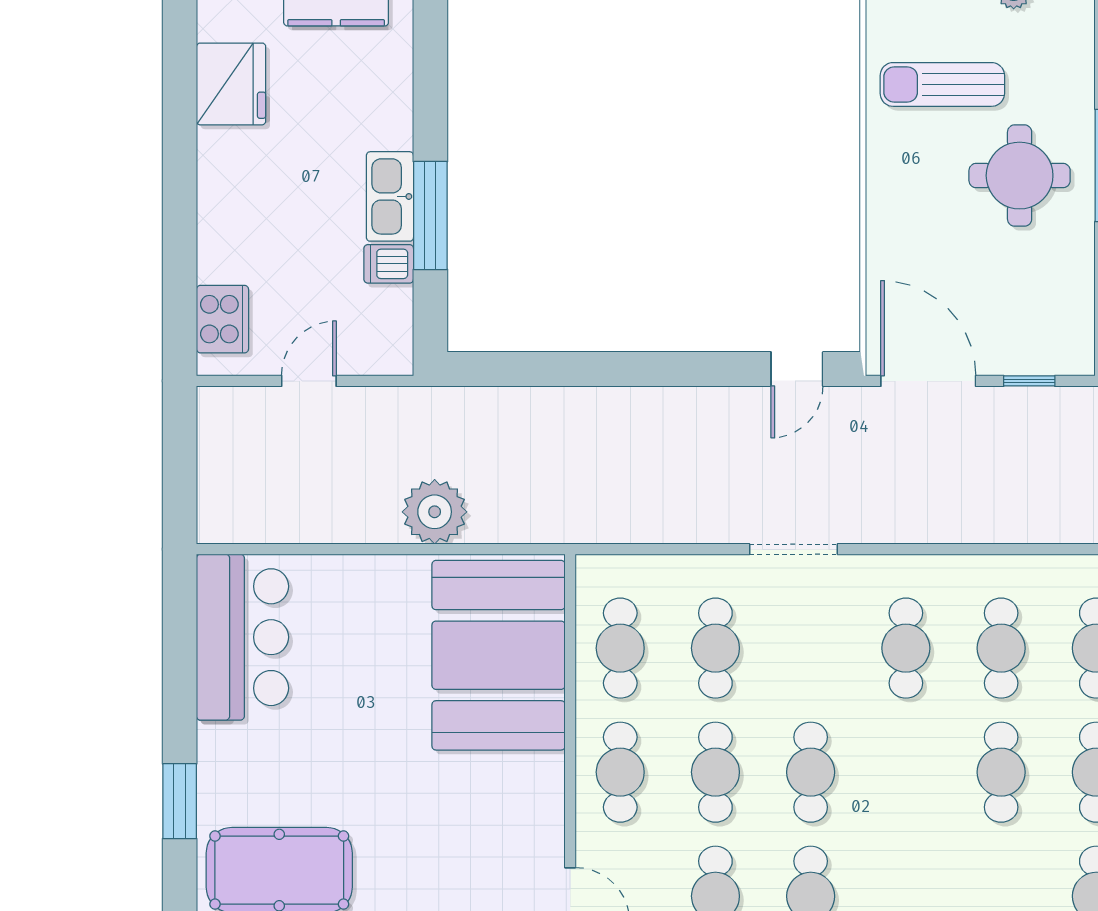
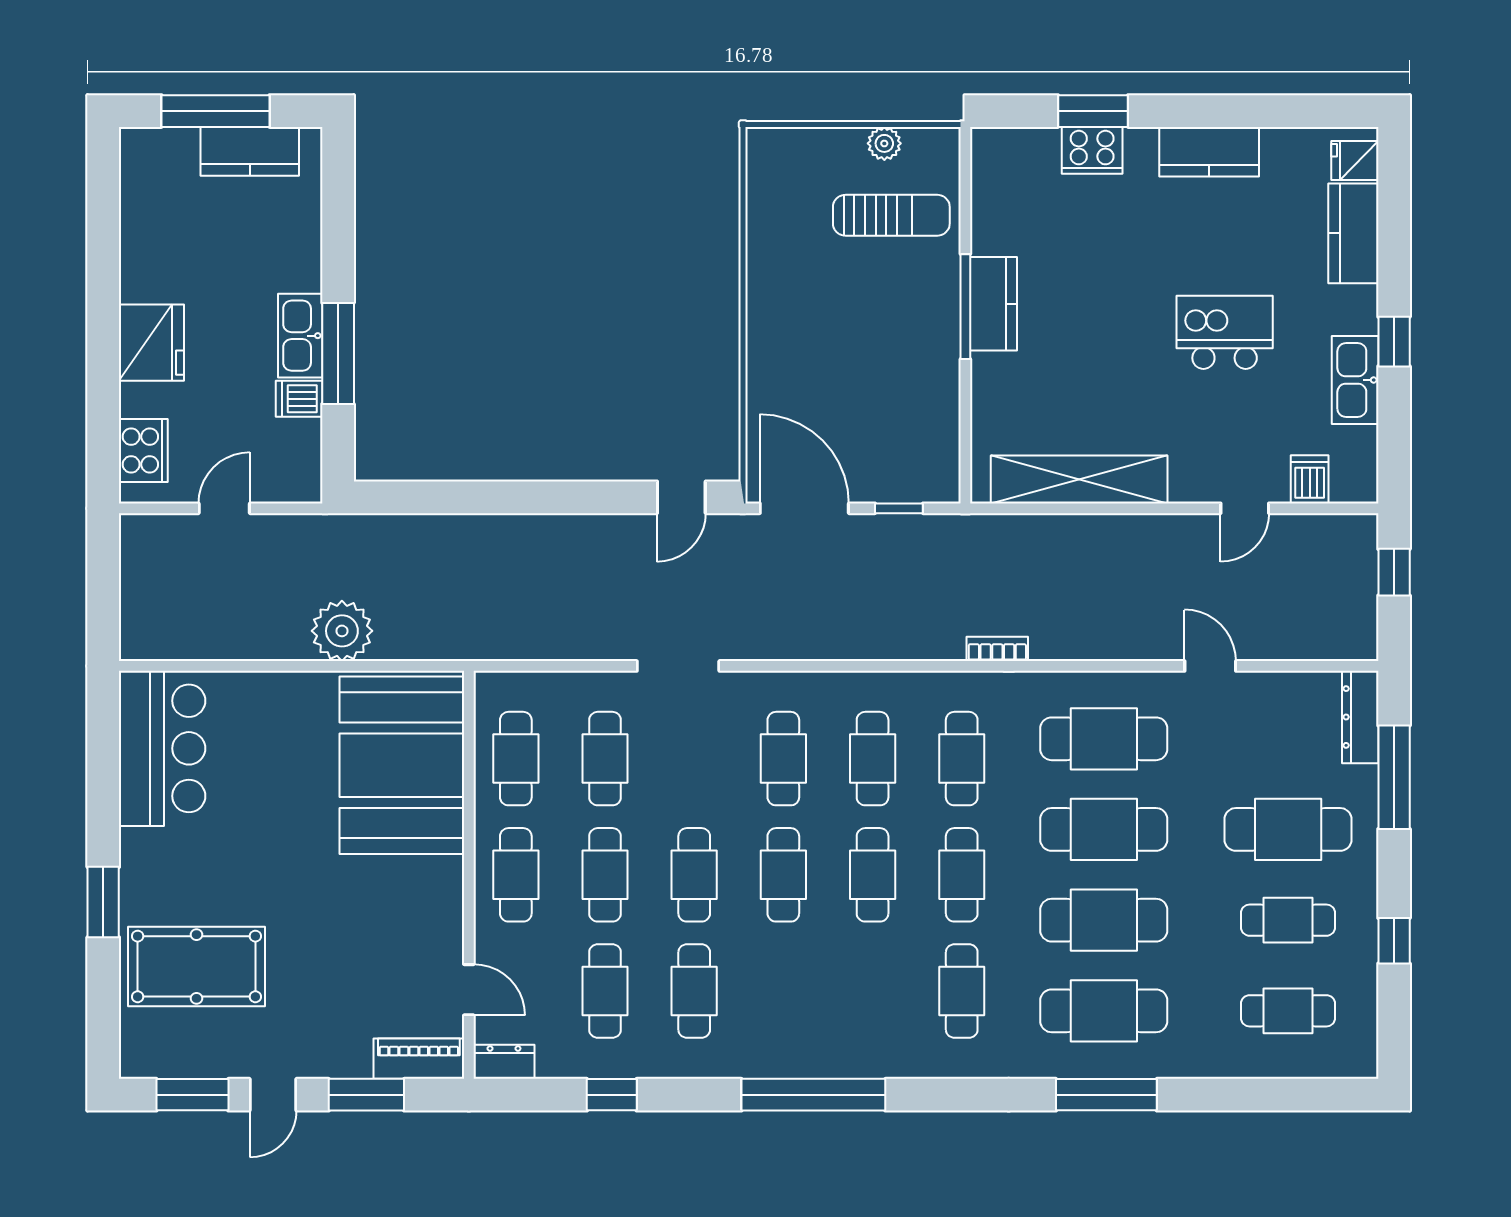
fridge: (231, 84) -> (151, 343), moved
sun lounger: (942, 84) -> (891, 215), moved, turned 180
round table: (1020, 176) -> (890, 316), removed
cafe table: (906, 772) -> (783, 875), added

